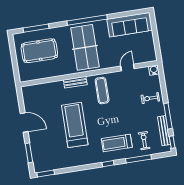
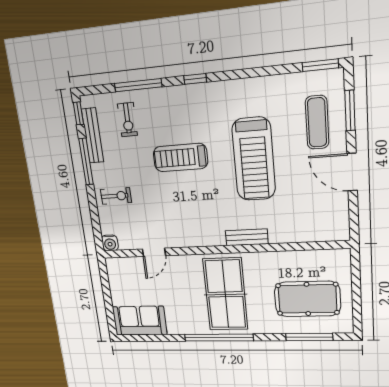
sofa: (130, 25) -> (140, 321), width x0.73
exercise mat: (102, 91) -> (317, 122), moved
treadmill: (117, 143) -> (180, 158), moved, turned 180

